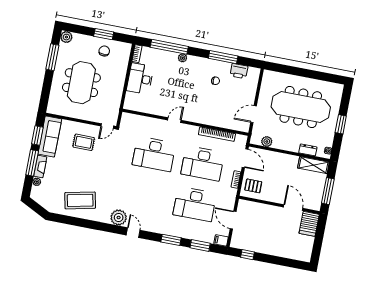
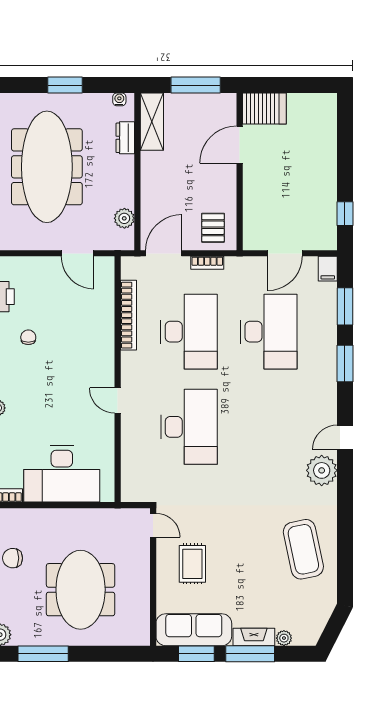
desk: (140, 79) -> (62, 474), width x1.36, depth x1.30
meeting table: (81, 83) -> (81, 590), turned 90

